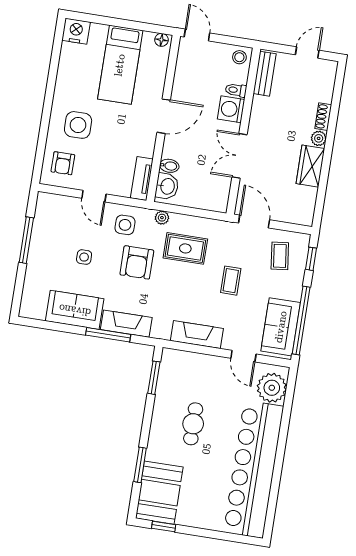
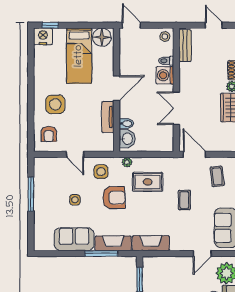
window: (88, 18) -> (50, 25), added
floor lamp: (161, 40) -> (102, 37), width x1.89, depth x1.89
door: (307, 52) -> (214, 25), hinge flipped
tv unit: (142, 178) -> (108, 117), moved
armchair: (137, 262) -> (114, 198), turned -90
fireplace: (197, 335) -> (151, 243), moved
door: (243, 356) -> (202, 254), hinge flipped

